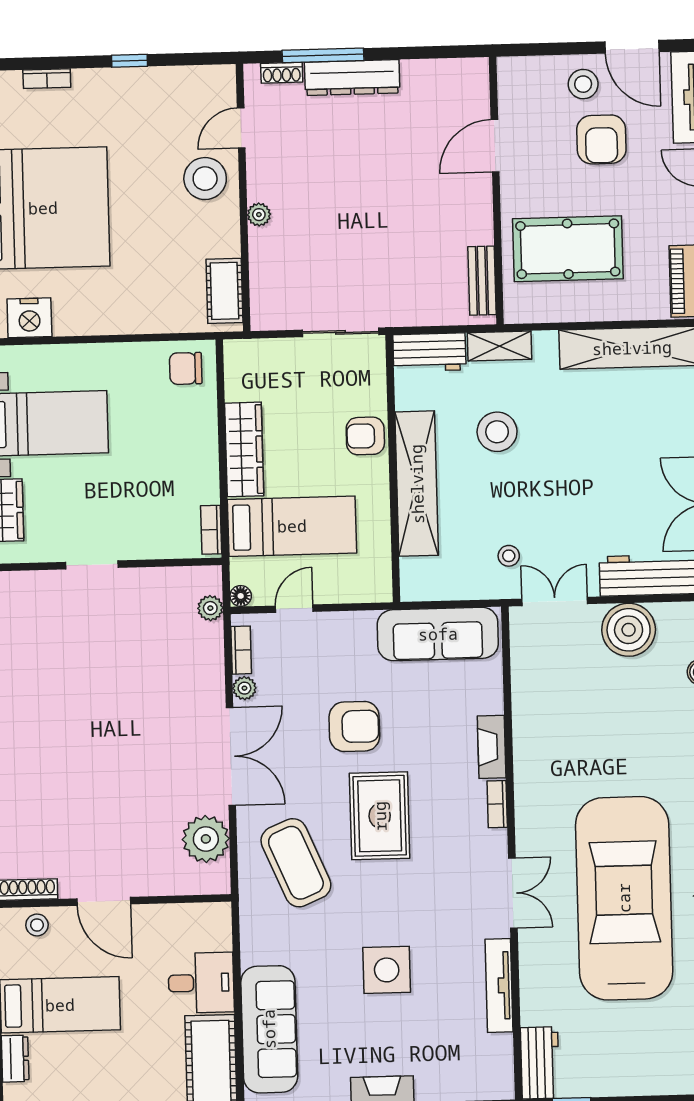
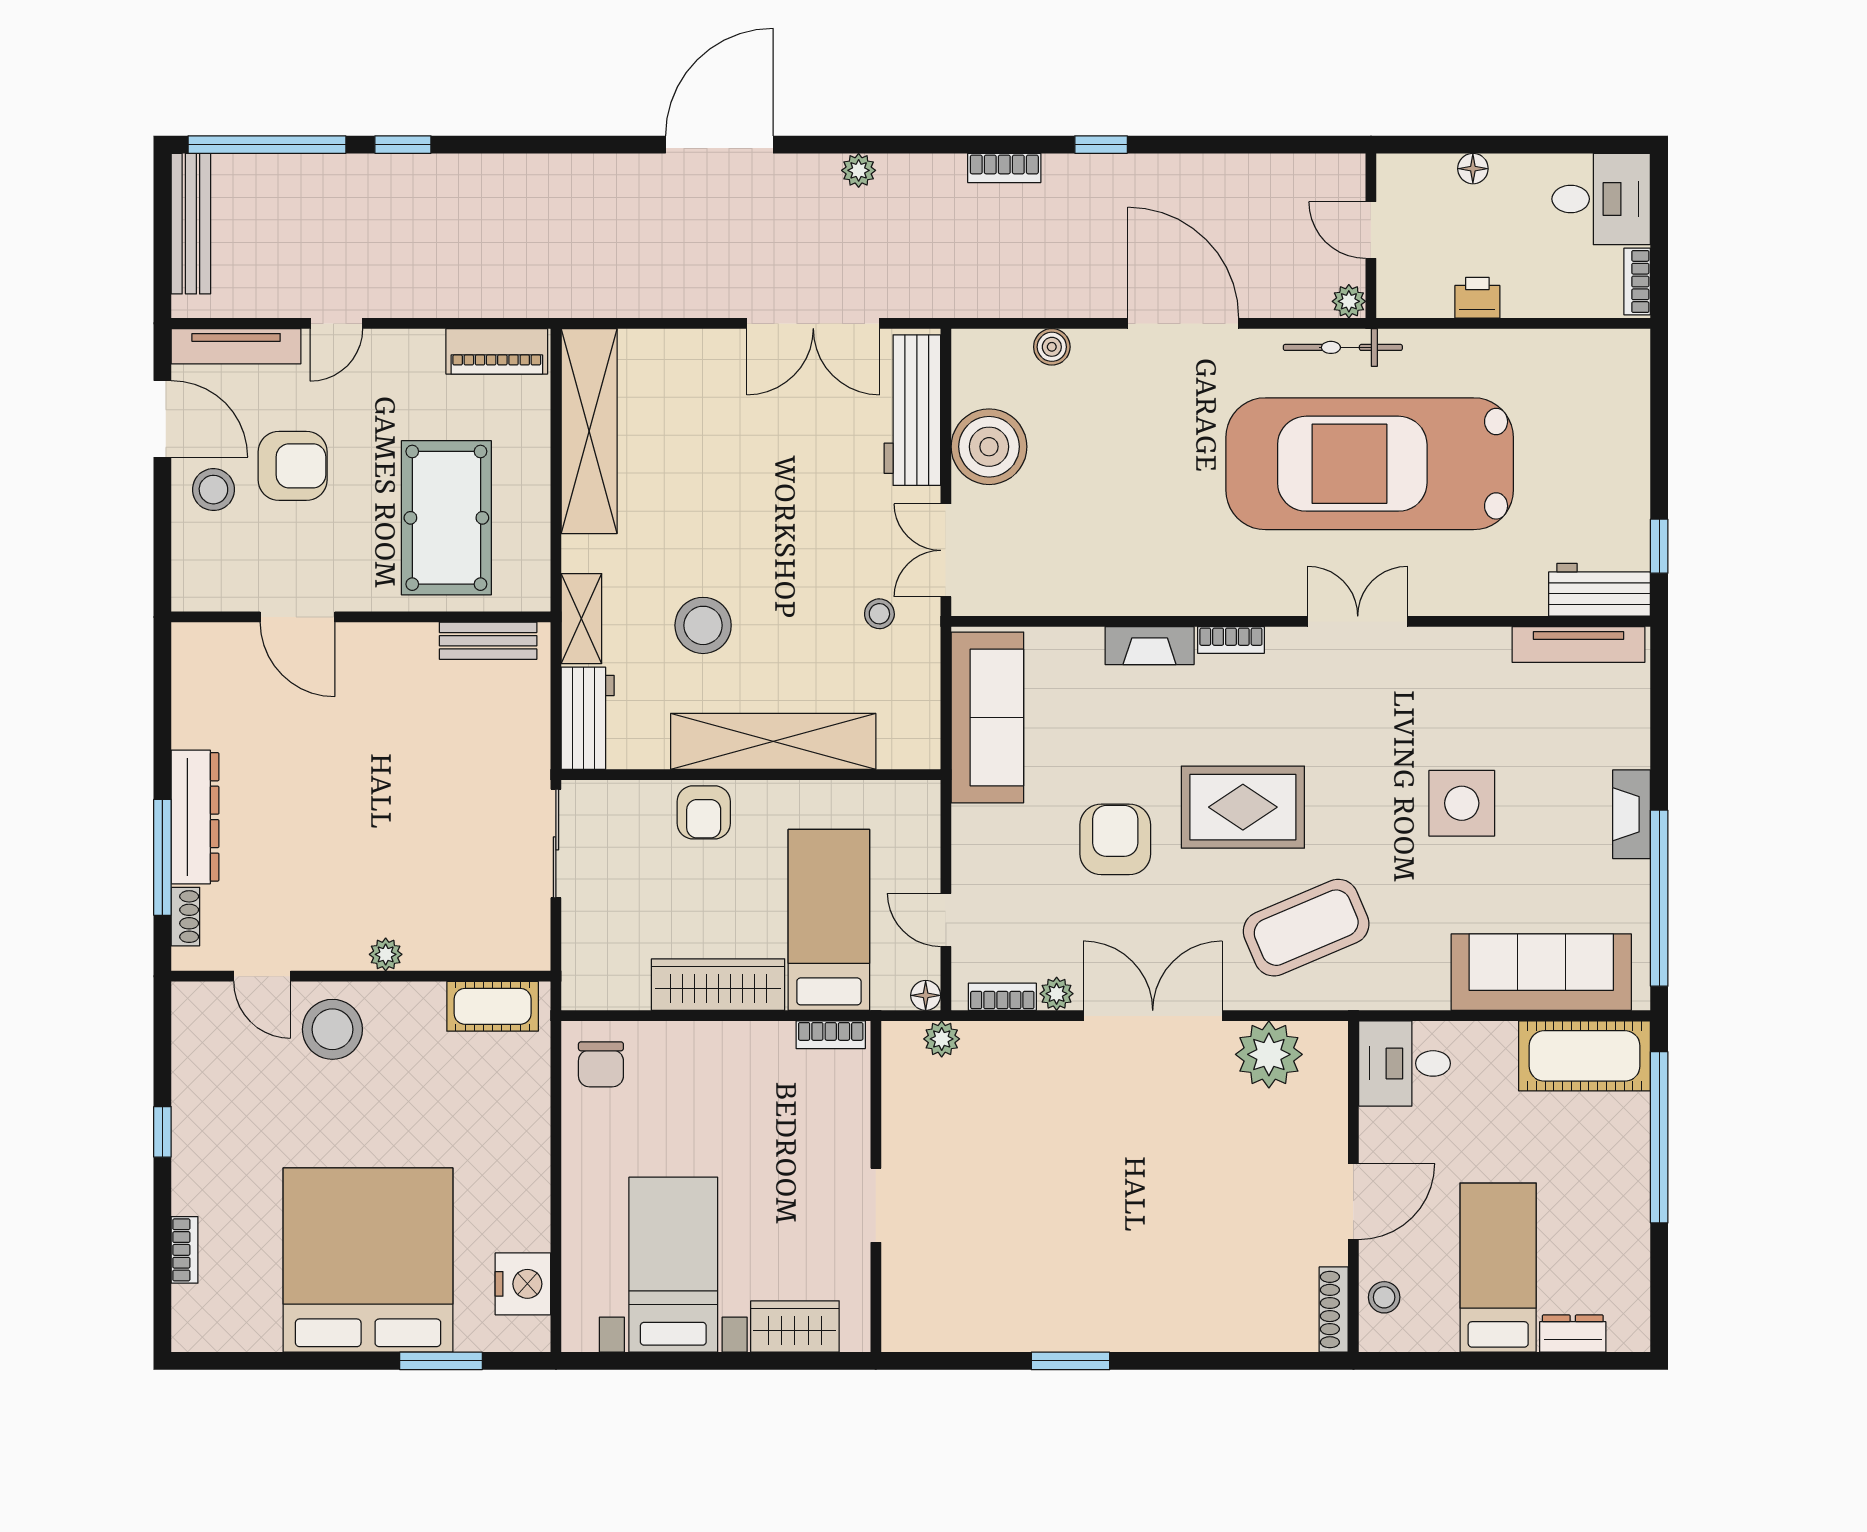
door: (632, 47) -> (162, 419), hinge flipped
desk: (201, 983) -> (1405, 1063), moved, turned -90
tv unit: (499, 985) -> (1579, 645), moved

